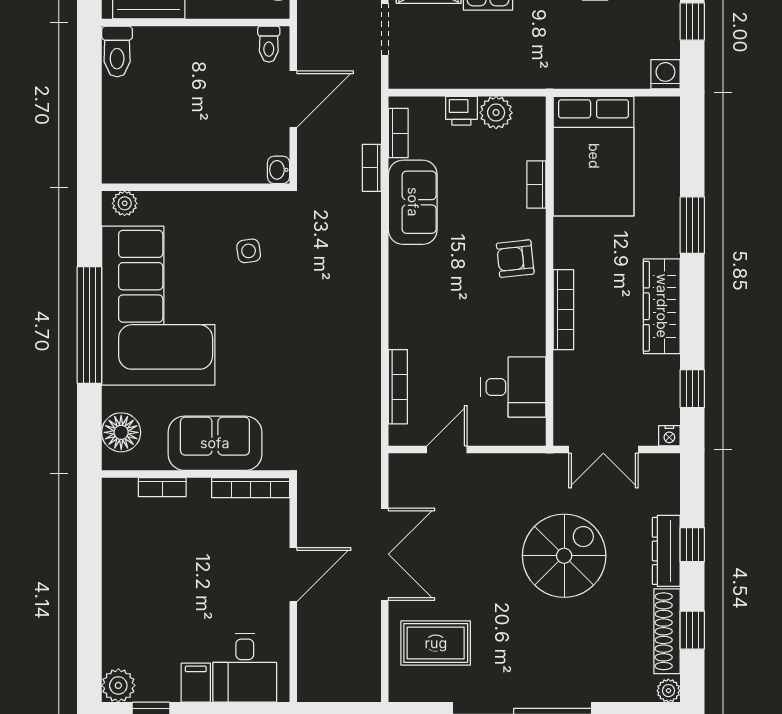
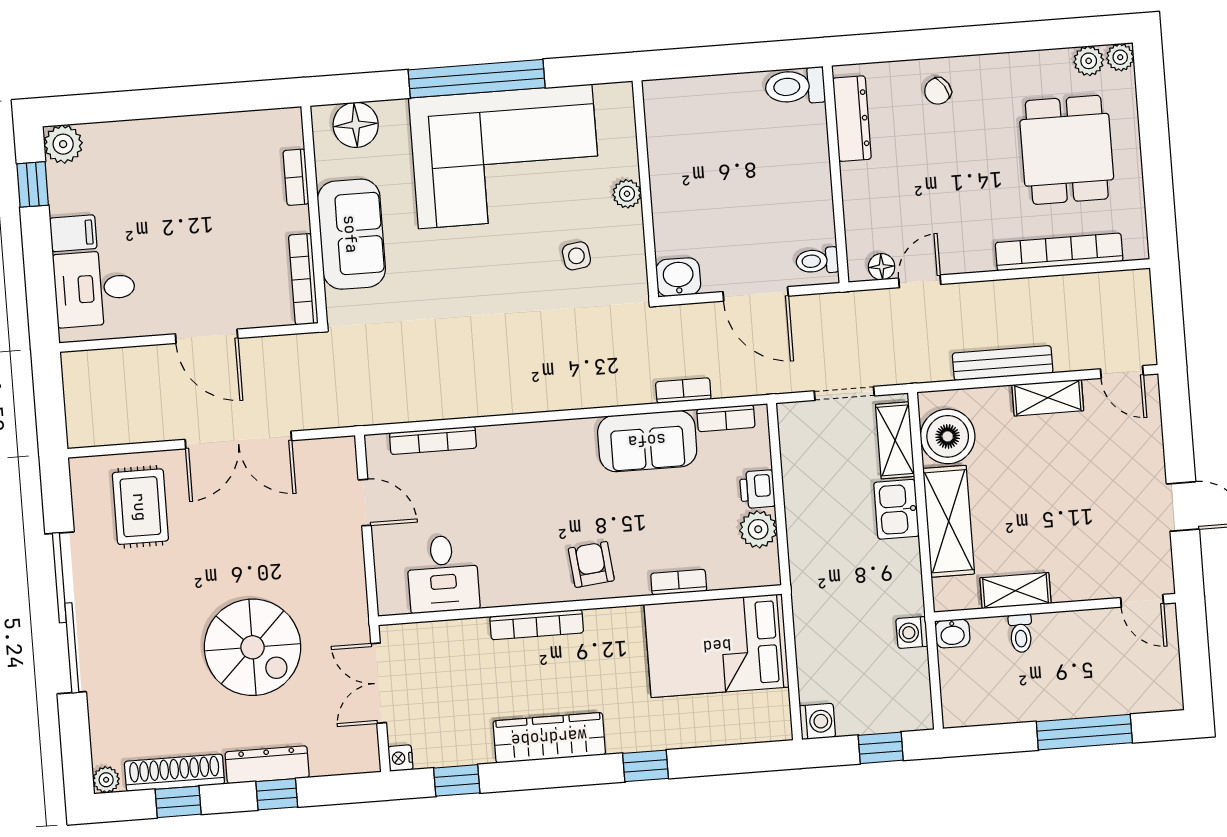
washbasin: (279, 170) -> (678, 277), width x1.38, depth x1.45
plant: (125, 203) -> (627, 194), moved
window: (692, 225) -> (646, 766), width x0.67

